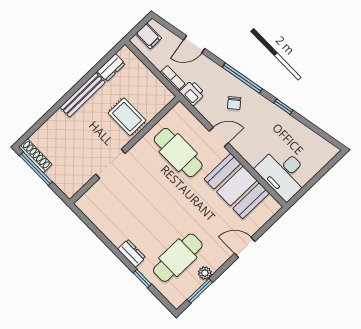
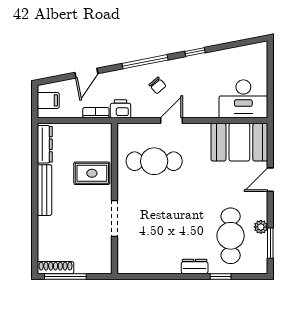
dresser: (111, 68) -> (45, 144), width x1.44
booth: (237, 186) -> (239, 142), moved

